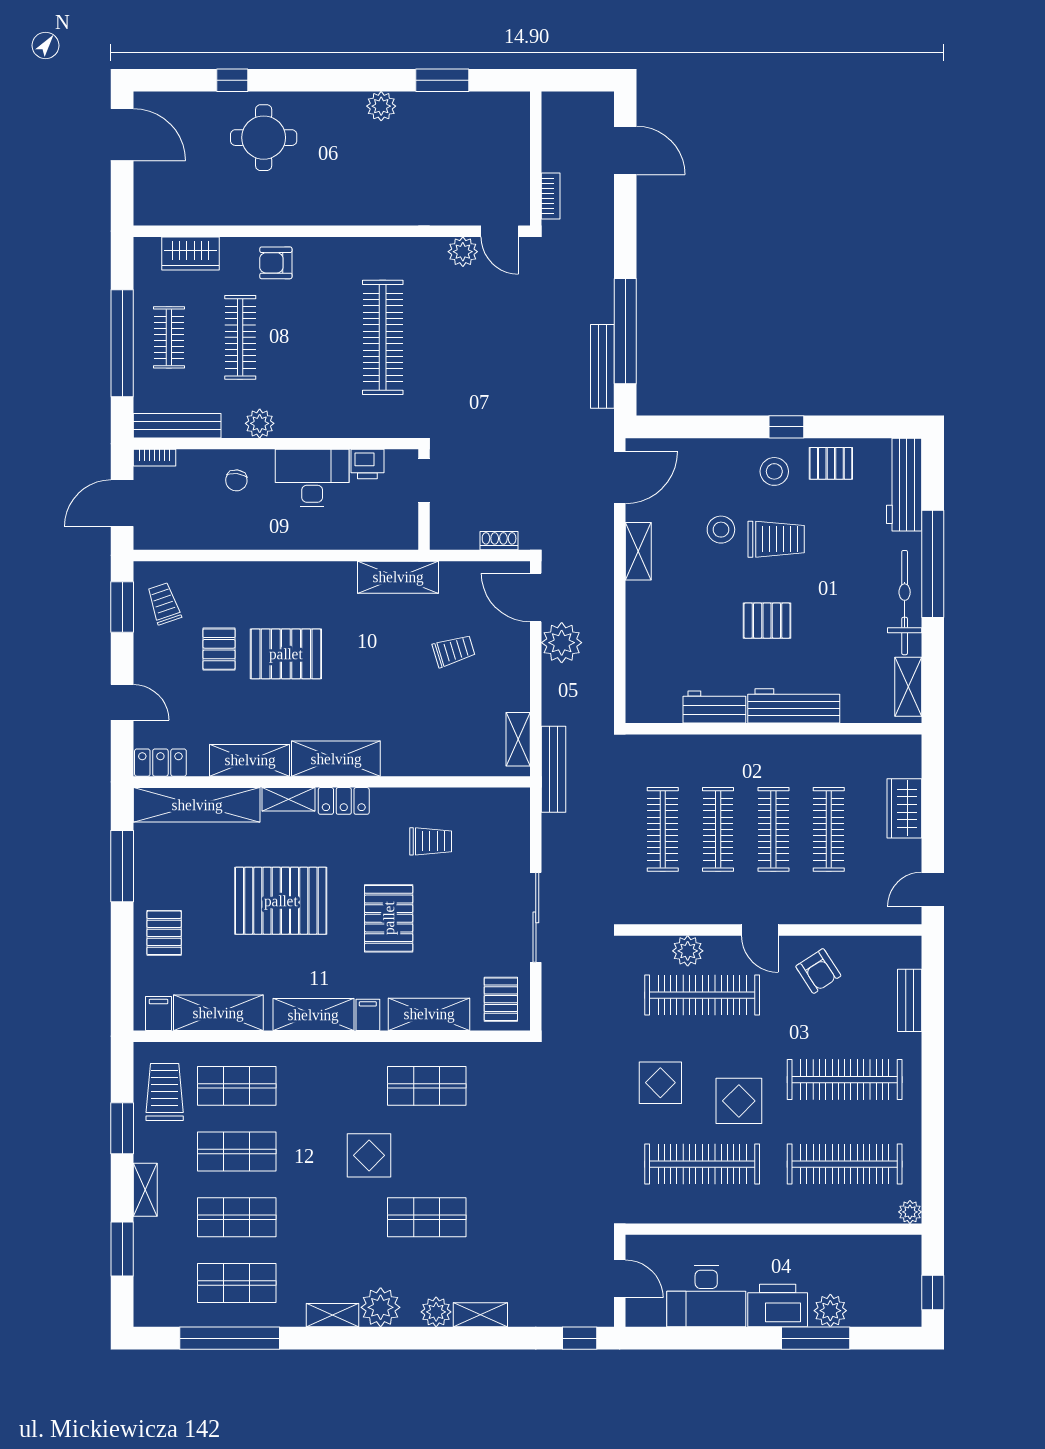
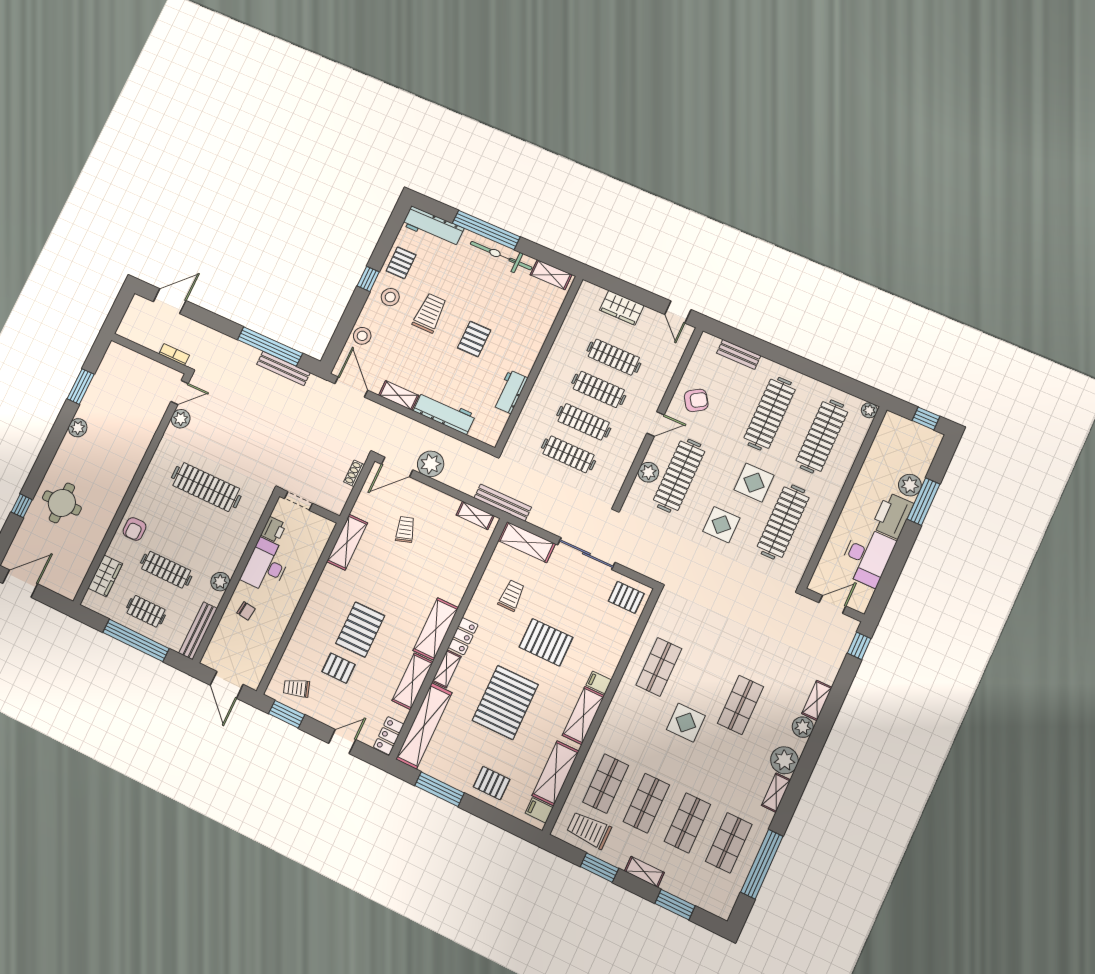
bookcase: (154, 458) -> (210, 653), removed
stool: (721, 530) -> (362, 336), moved
workbench: (794, 706) -> (444, 413), moved, turned 90
shelving: (429, 1014) -> (527, 542), moved, turned 90

